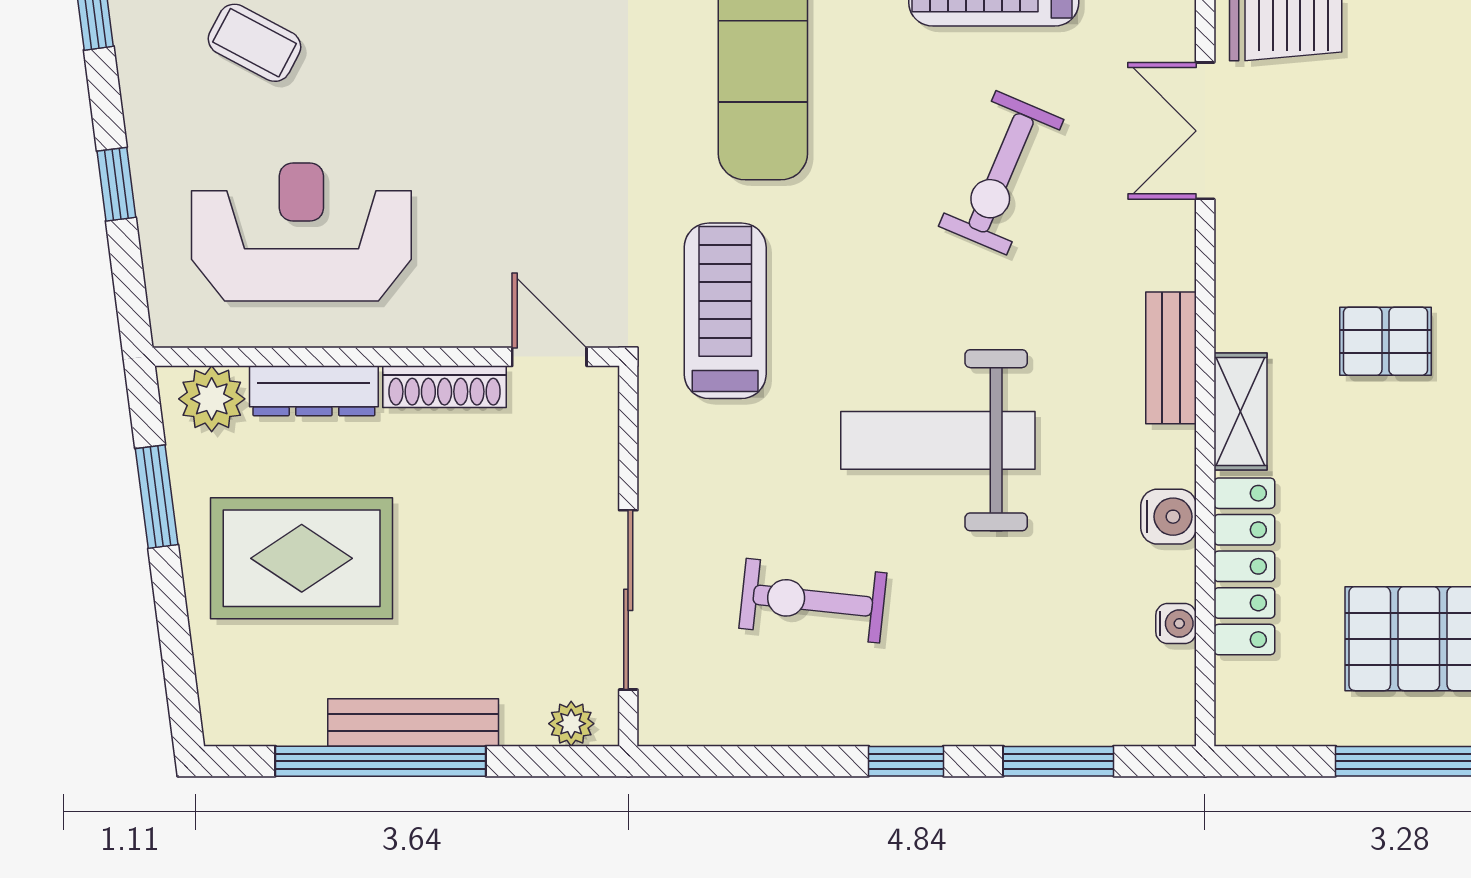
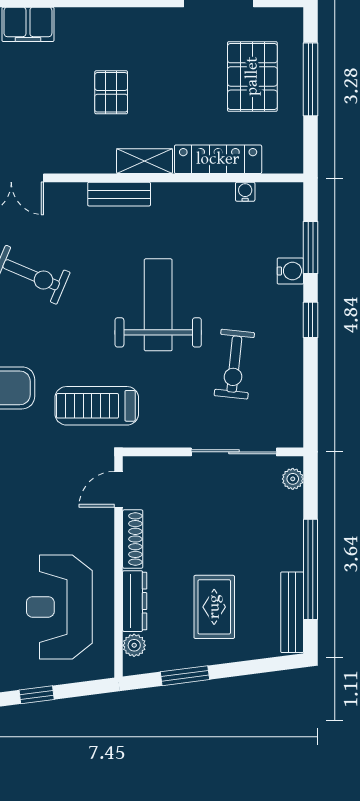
plant: (212, 399) -> (134, 645), width x0.73, depth x0.73
weight bench: (938, 440) -> (158, 305), turned 180
water cooler: (1169, 517) -> (290, 271), moved, turned 90
rug: (302, 558) -> (214, 607), width x0.73, depth x0.70
bench: (413, 722) -> (292, 612), moved

